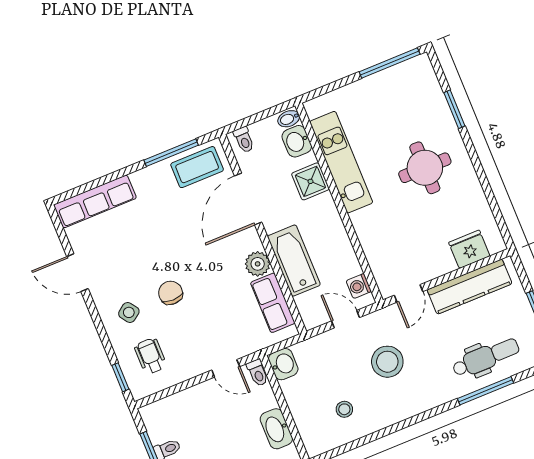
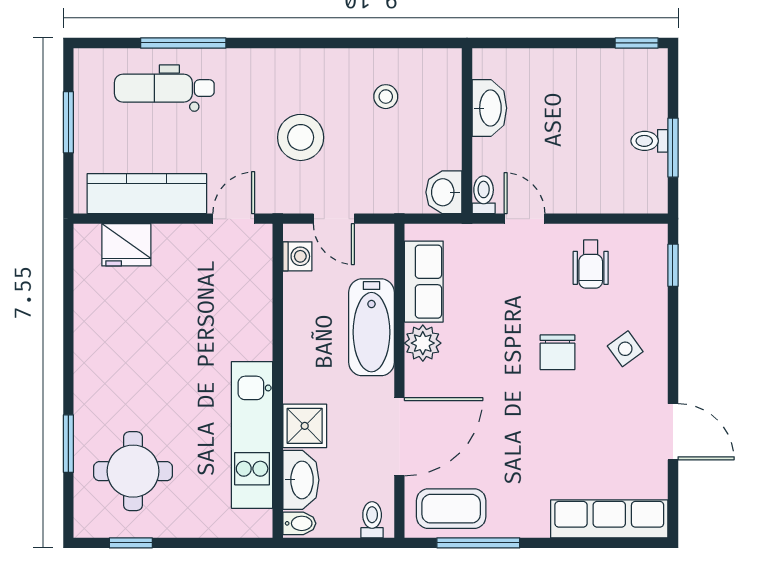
window: (390, 63) -> (131, 543), width x0.46
washbasin: (297, 141) -> (301, 480), width x1.38
round table: (425, 168) -> (133, 471), moved
wheelchair: (150, 356) -> (591, 264), moved

